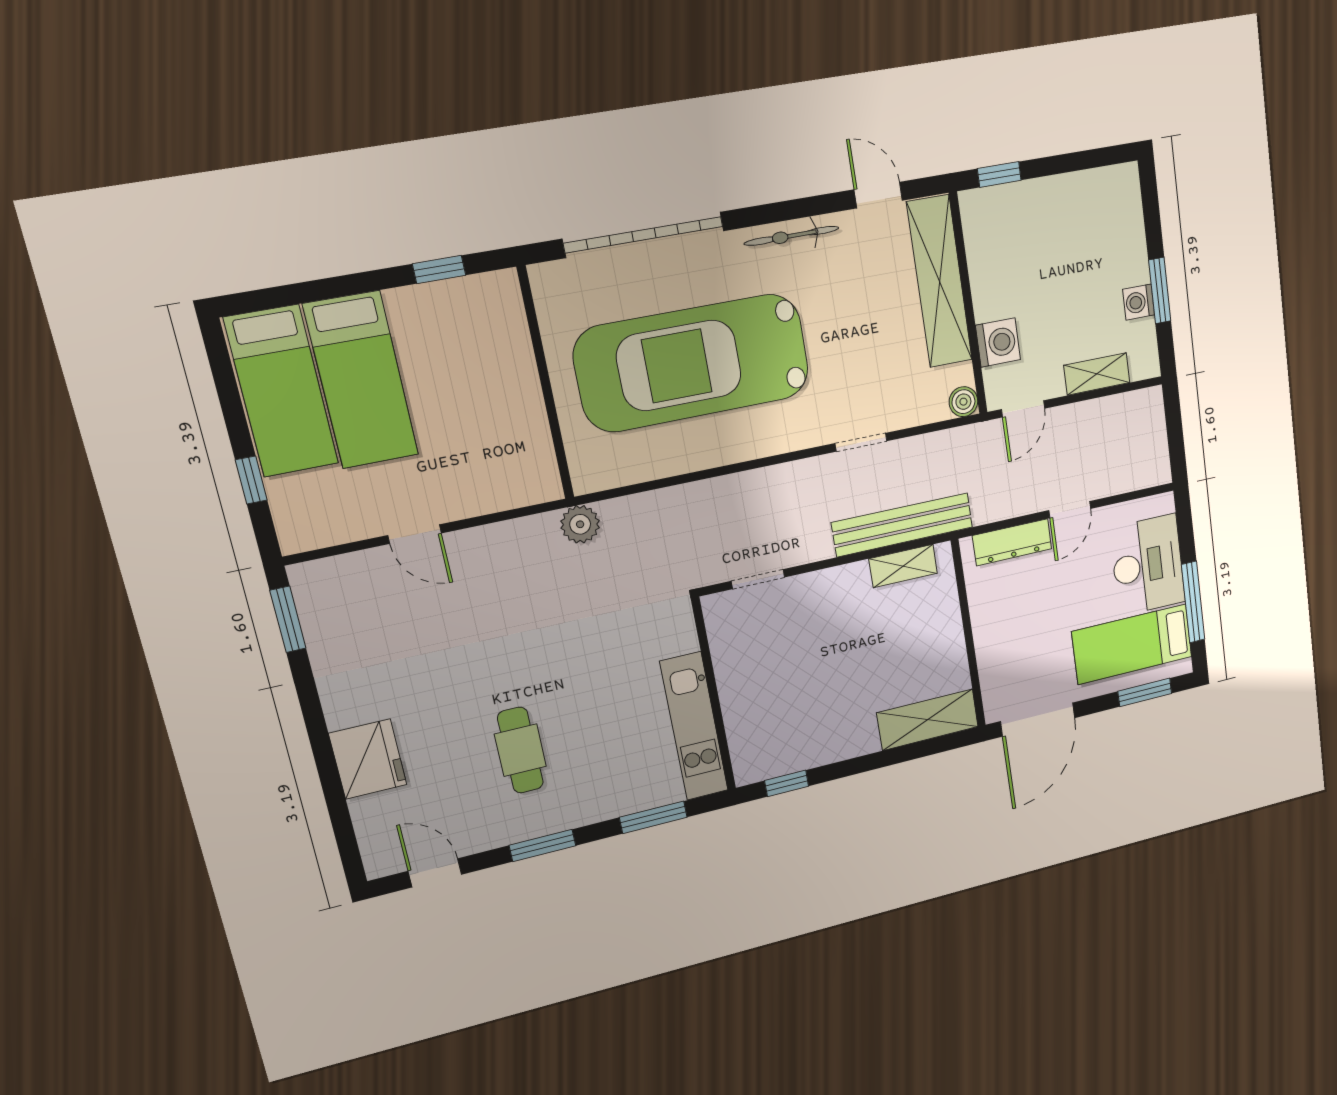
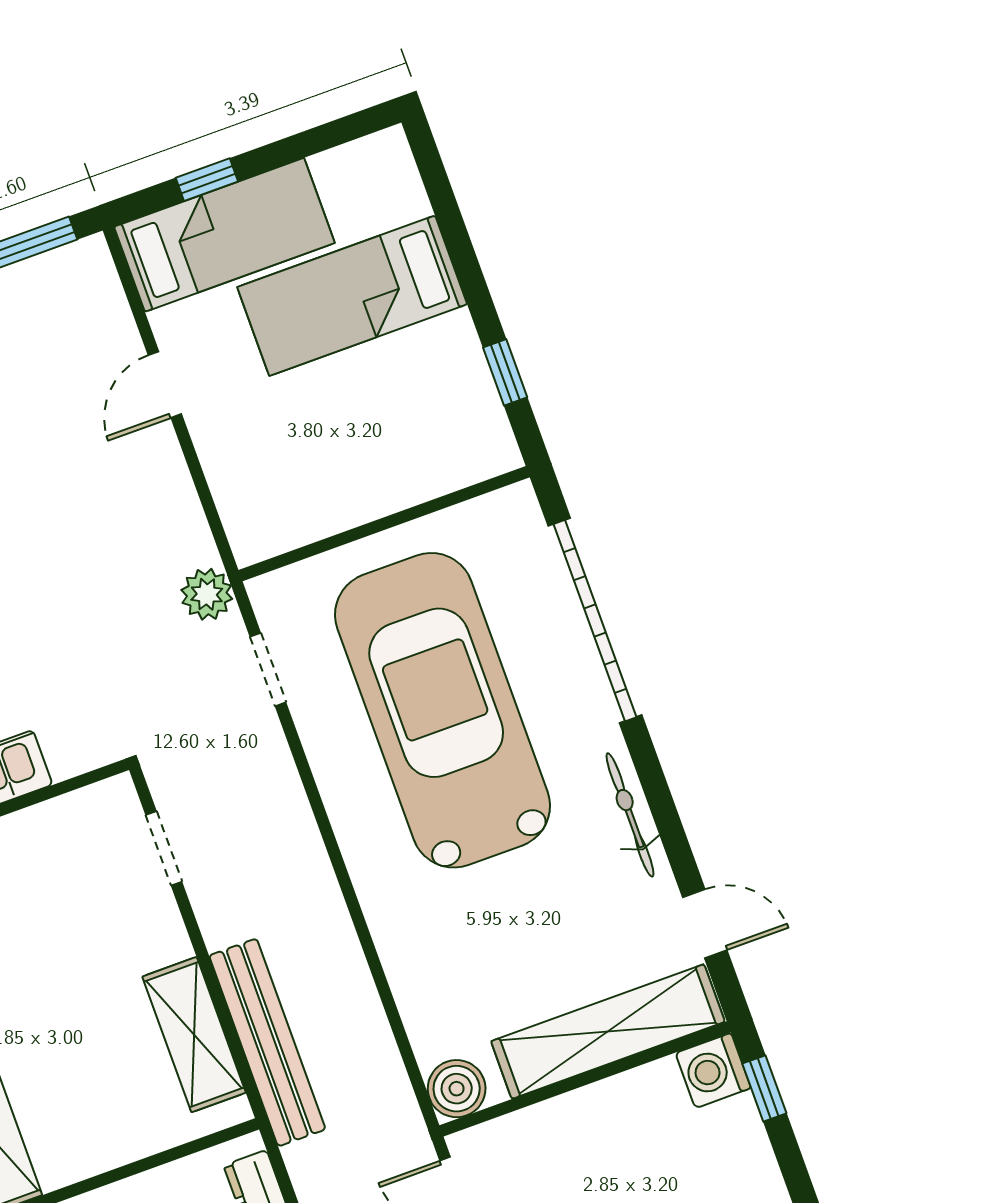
door: (878, 195) -> (705, 924), hinge flipped
washing machine: (998, 343) -> (713, 1071), moved, turned 90
bed: (281, 391) -> (224, 235), moved, turned 180
boiler: (963, 402) -> (457, 1089), width x1.36, depth x1.36
doorway: (861, 442) -> (268, 669), moved
shelving: (903, 566) -> (194, 1035), width x1.50, depth x1.33

